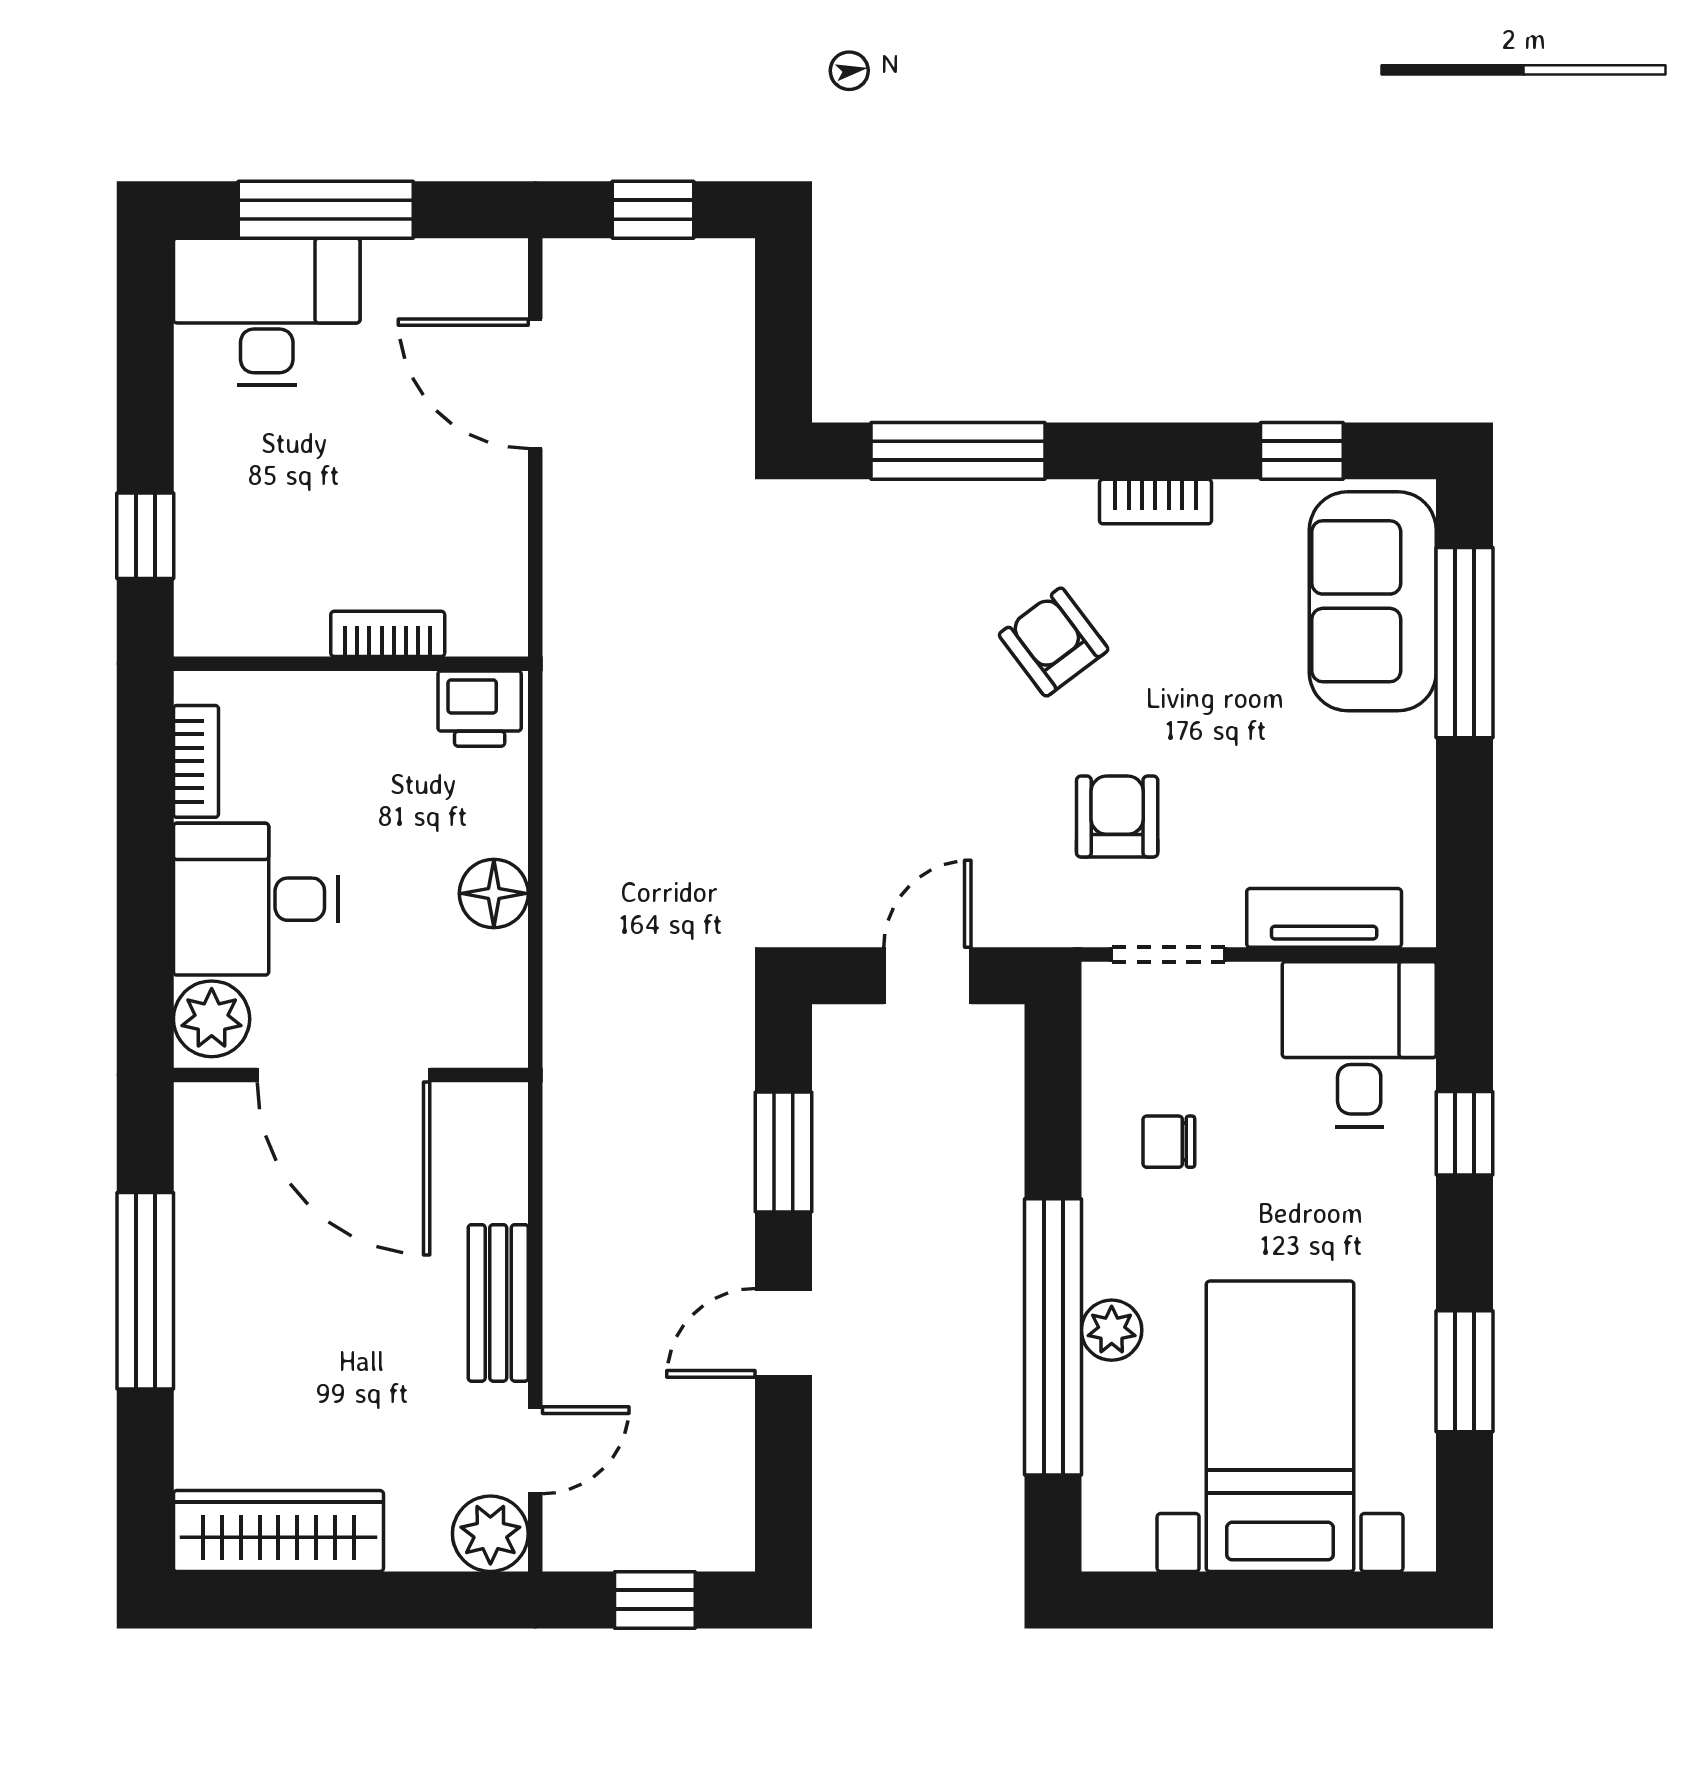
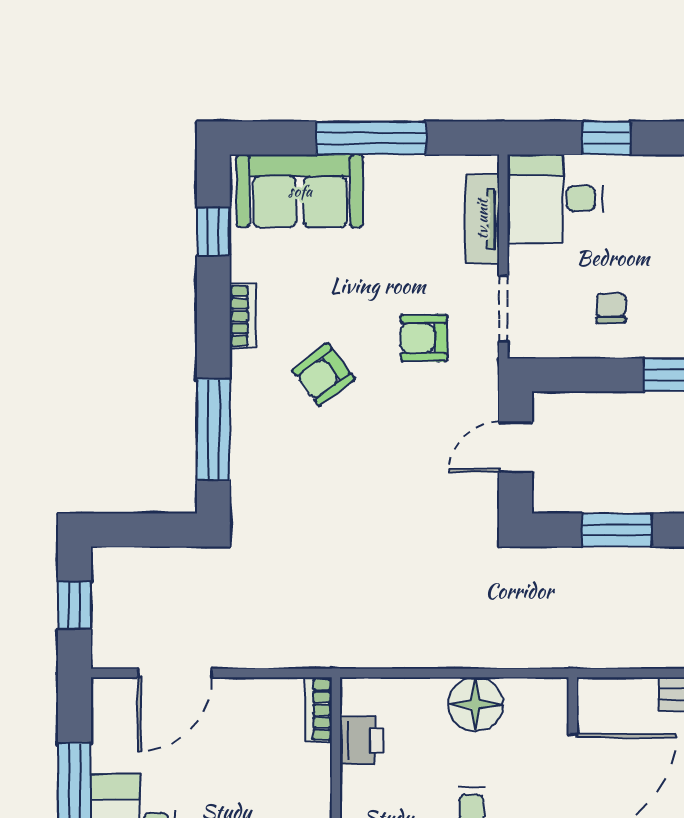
bookcase: (388, 634) -> (319, 710), moved
window: (1464, 643) -> (371, 138), moved
printer: (480, 709) -> (362, 740), moved
floor lamp: (494, 893) -> (476, 704), width x1.38, depth x1.38
door: (927, 976) -> (516, 447), hinge flipped
chair: (1169, 1142) -> (611, 308), turned 180

